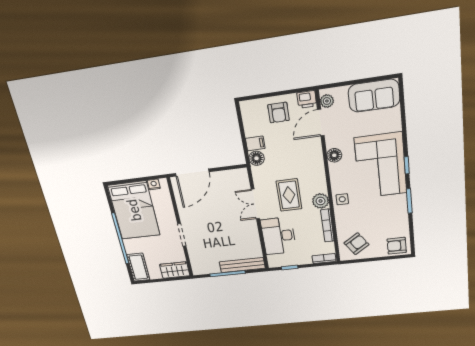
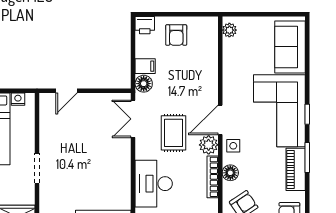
sofa: (374, 96) -> (290, 47), moved, turned 90
printer: (307, 99) -> (145, 25), moved
door: (321, 123) -> (220, 120), moved
floor lamp: (334, 155) -> (230, 173), moved
door: (192, 173) -> (67, 91), width x0.53
double door: (255, 204) -> (133, 119), moved
piano: (399, 212) -> (296, 169), added

